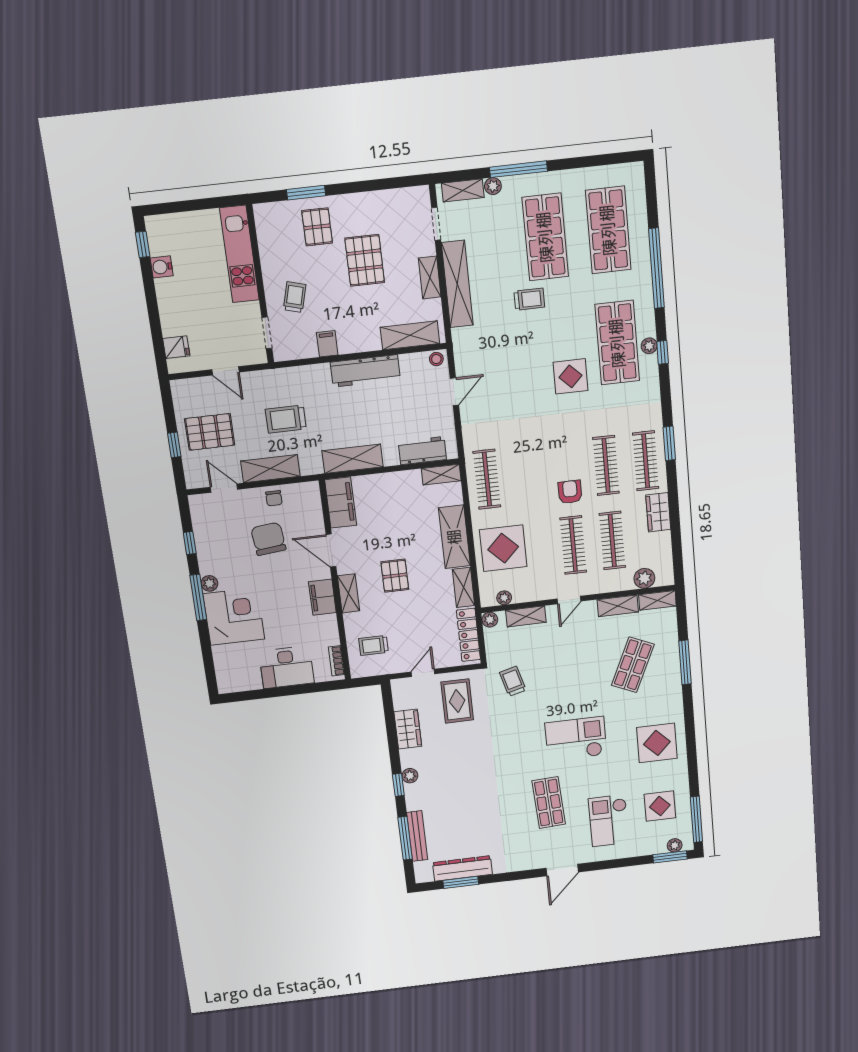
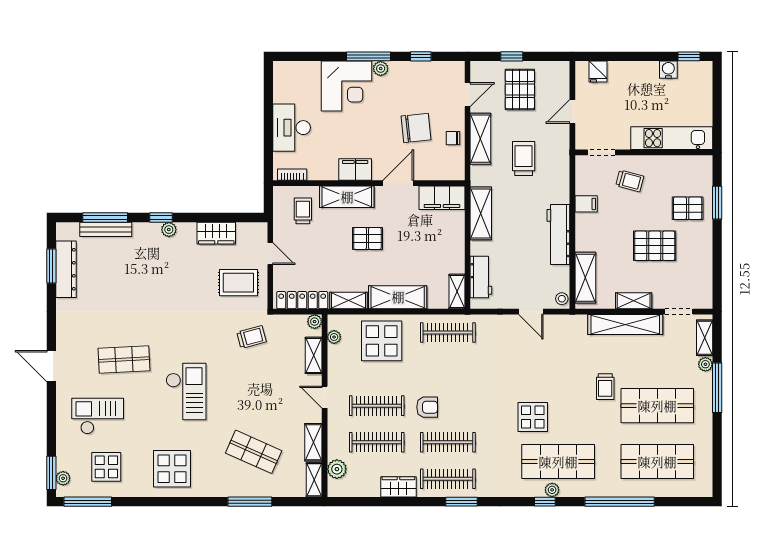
shelving: (348, 593) -> (347, 197), width x1.50, depth x1.33

